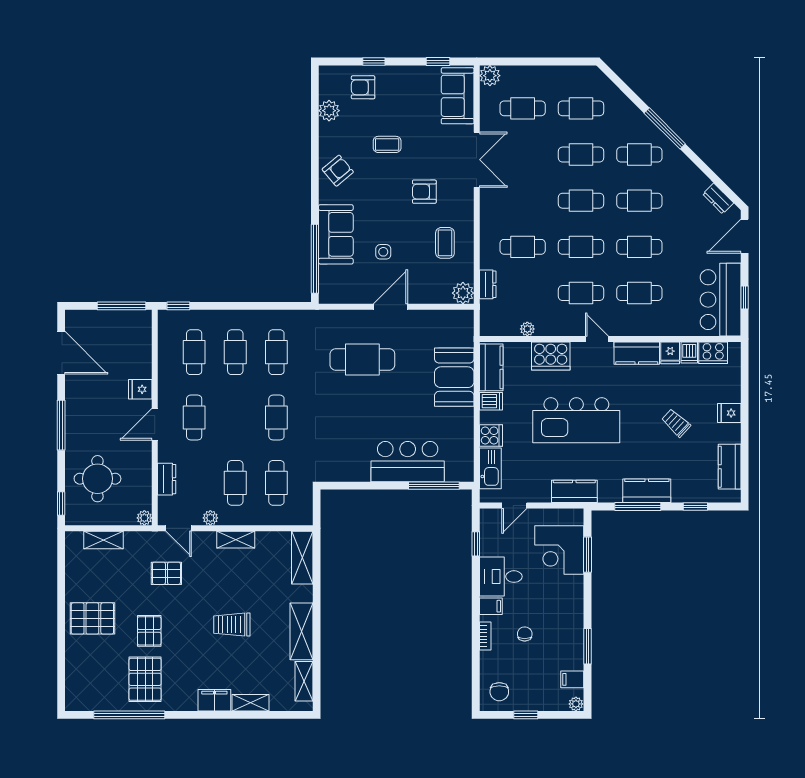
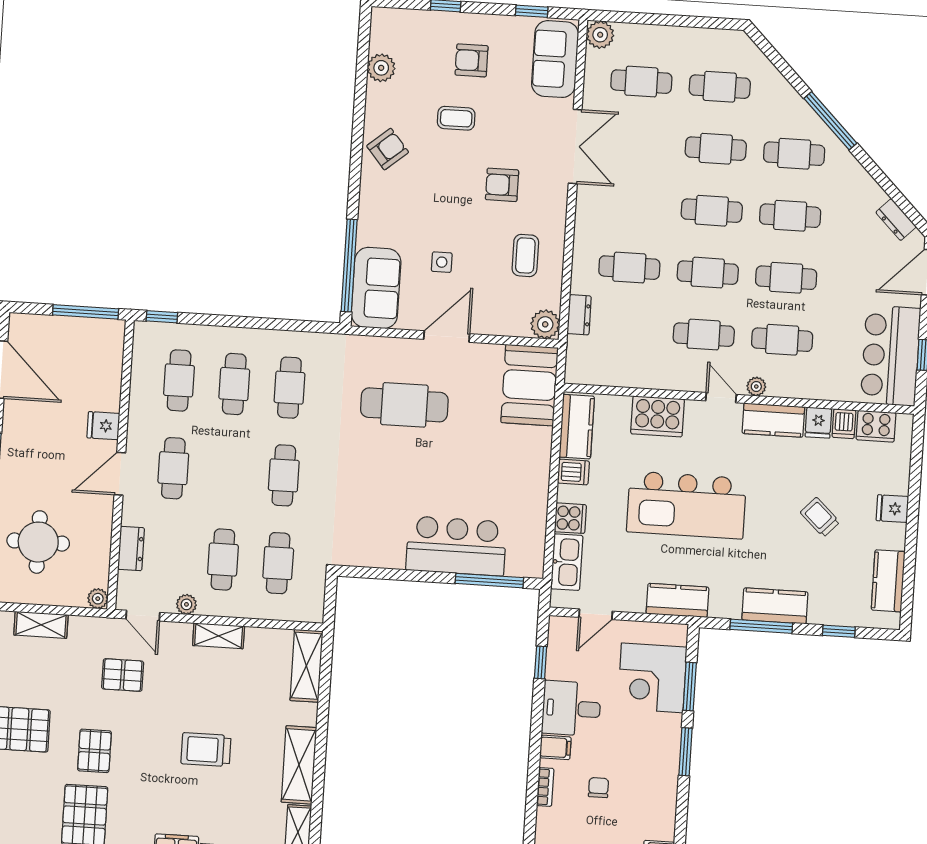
armchair: (363, 87) -> (472, 60), moved
sofa: (336, 234) -> (376, 288), moved
plant: (527, 329) -> (756, 386), moved
booth: (454, 377) -> (530, 385), moved
window: (587, 646) -> (685, 752), moved

